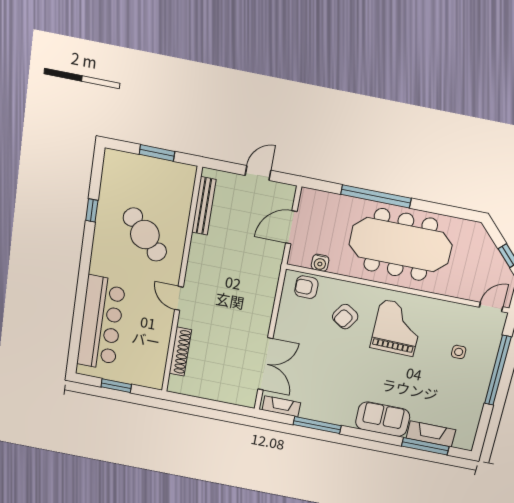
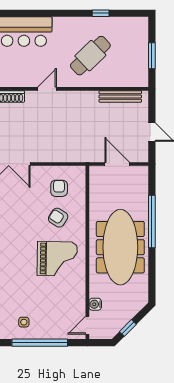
water cooler: (320, 263) -> (95, 304), moved
armchair: (306, 287) -> (59, 188), moved
door: (491, 307) -> (87, 325), swing flipped
side table: (459, 352) -> (24, 322), moved

